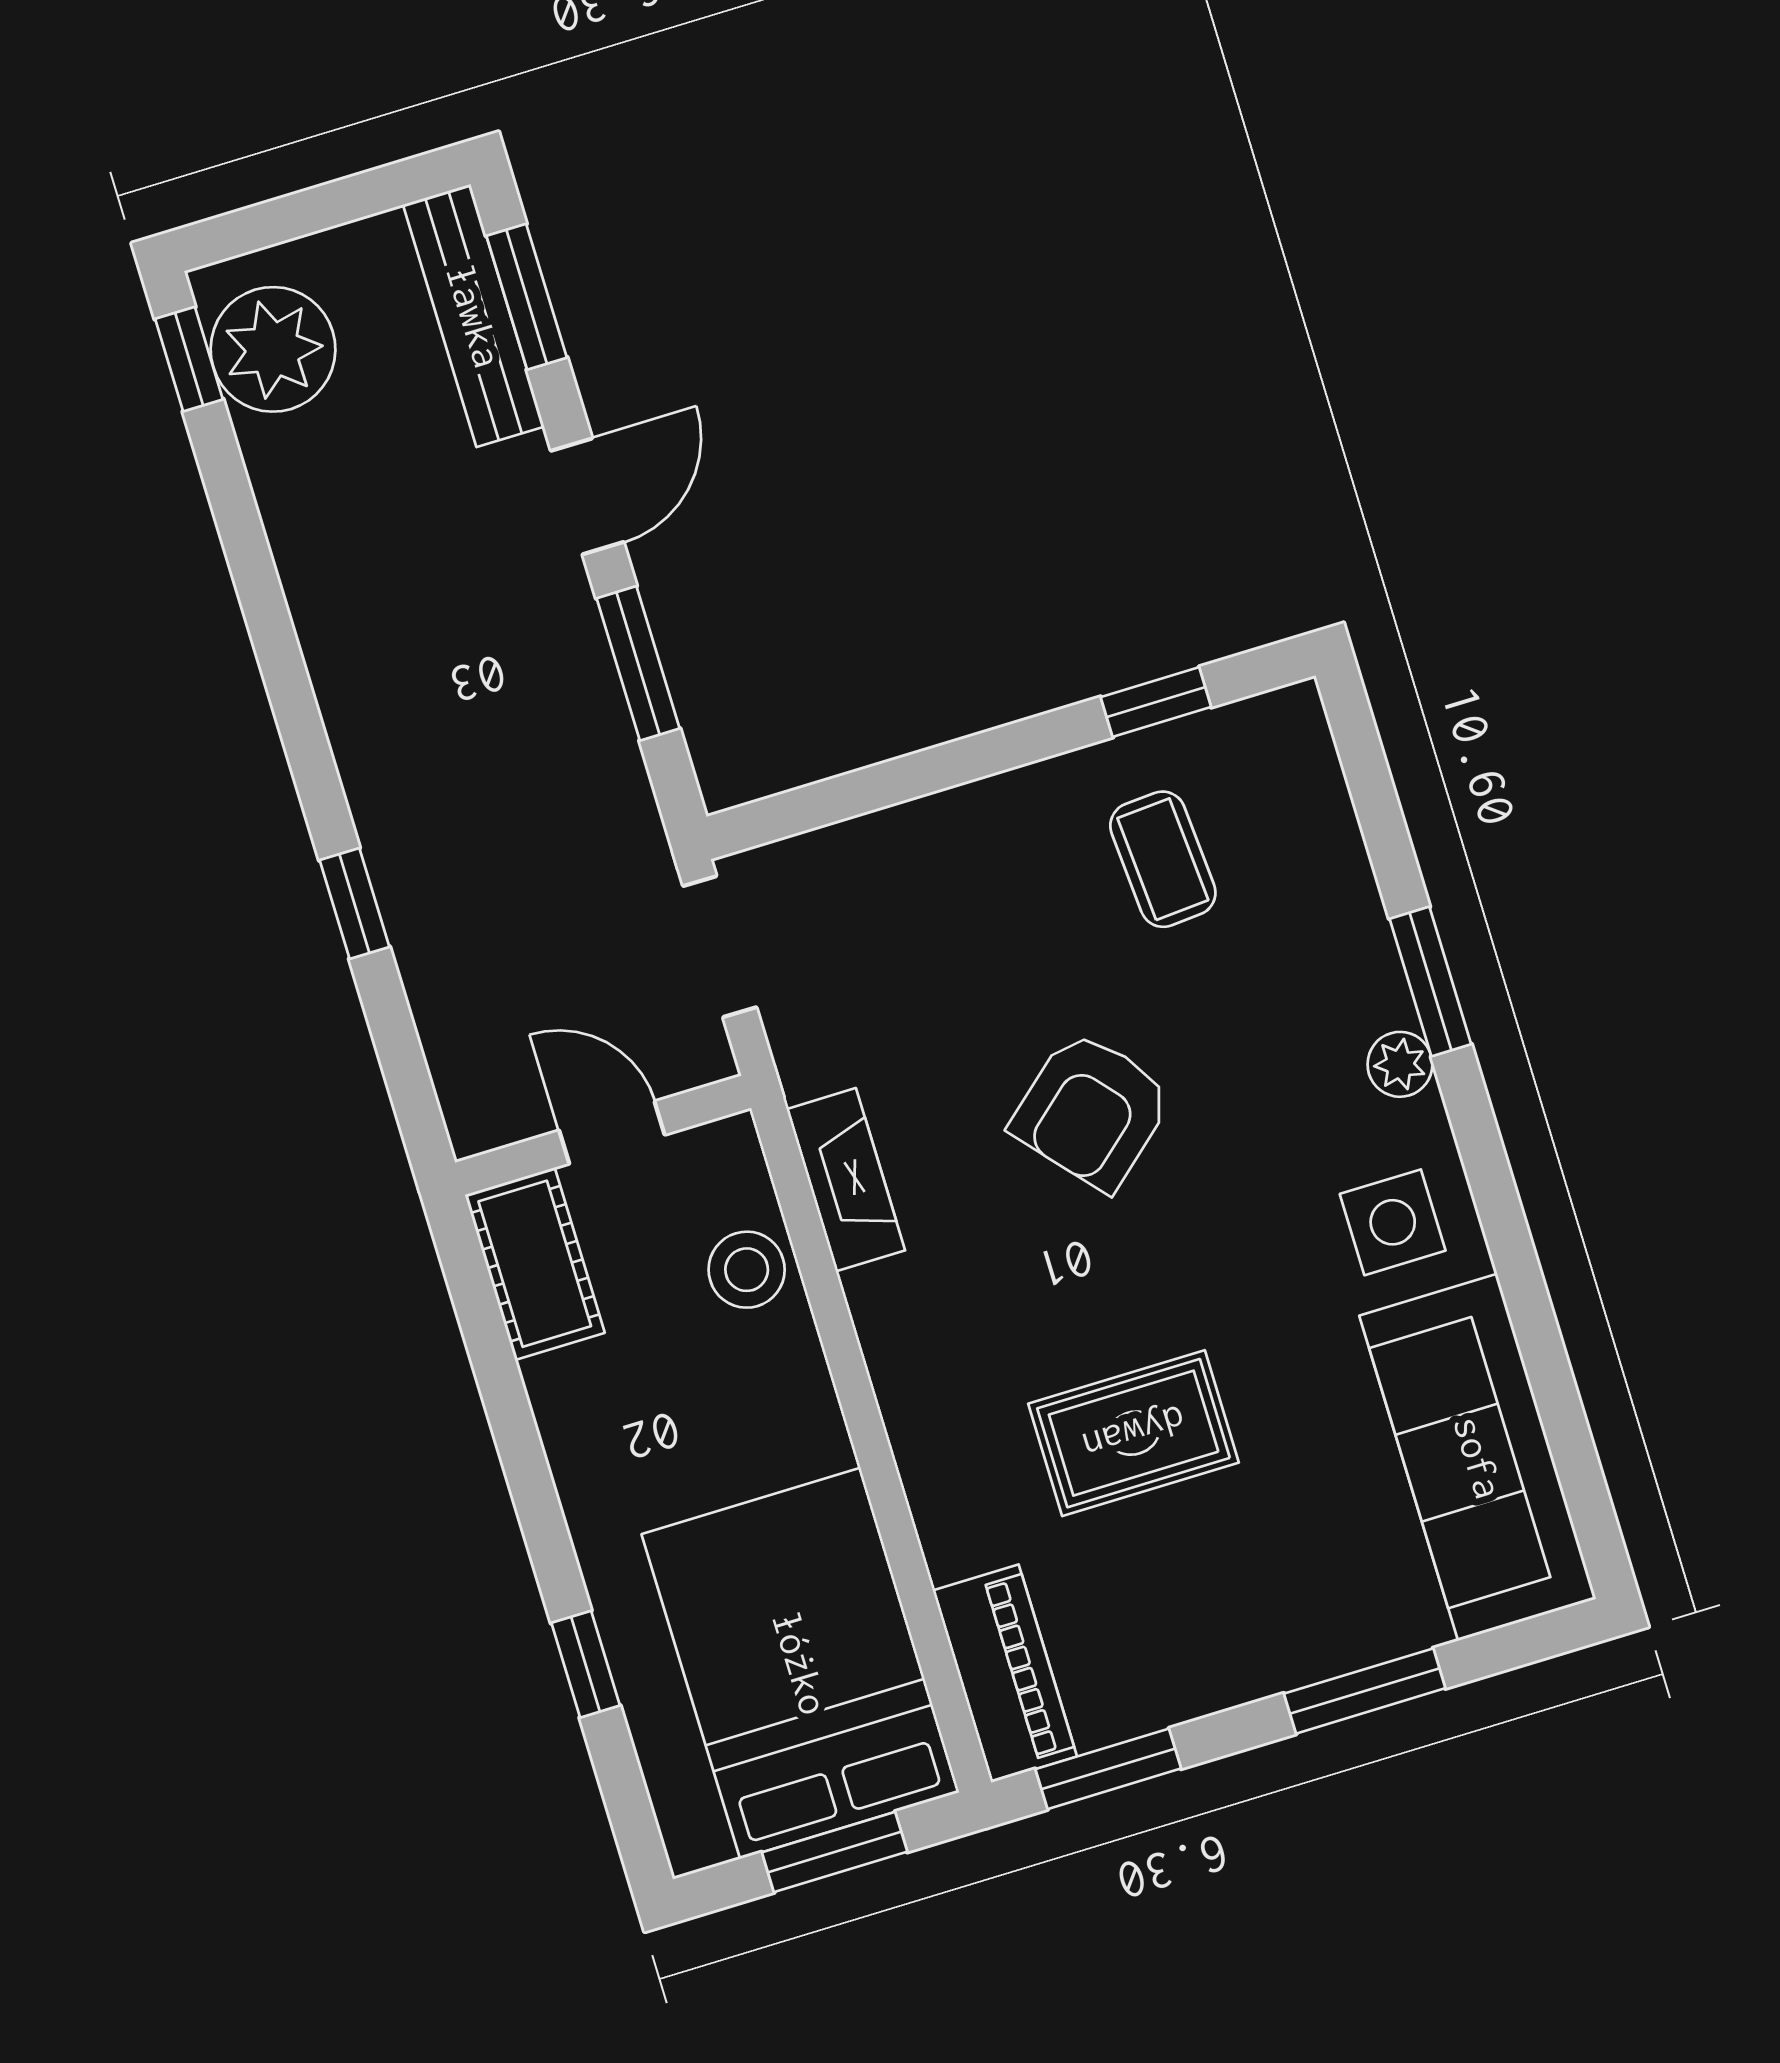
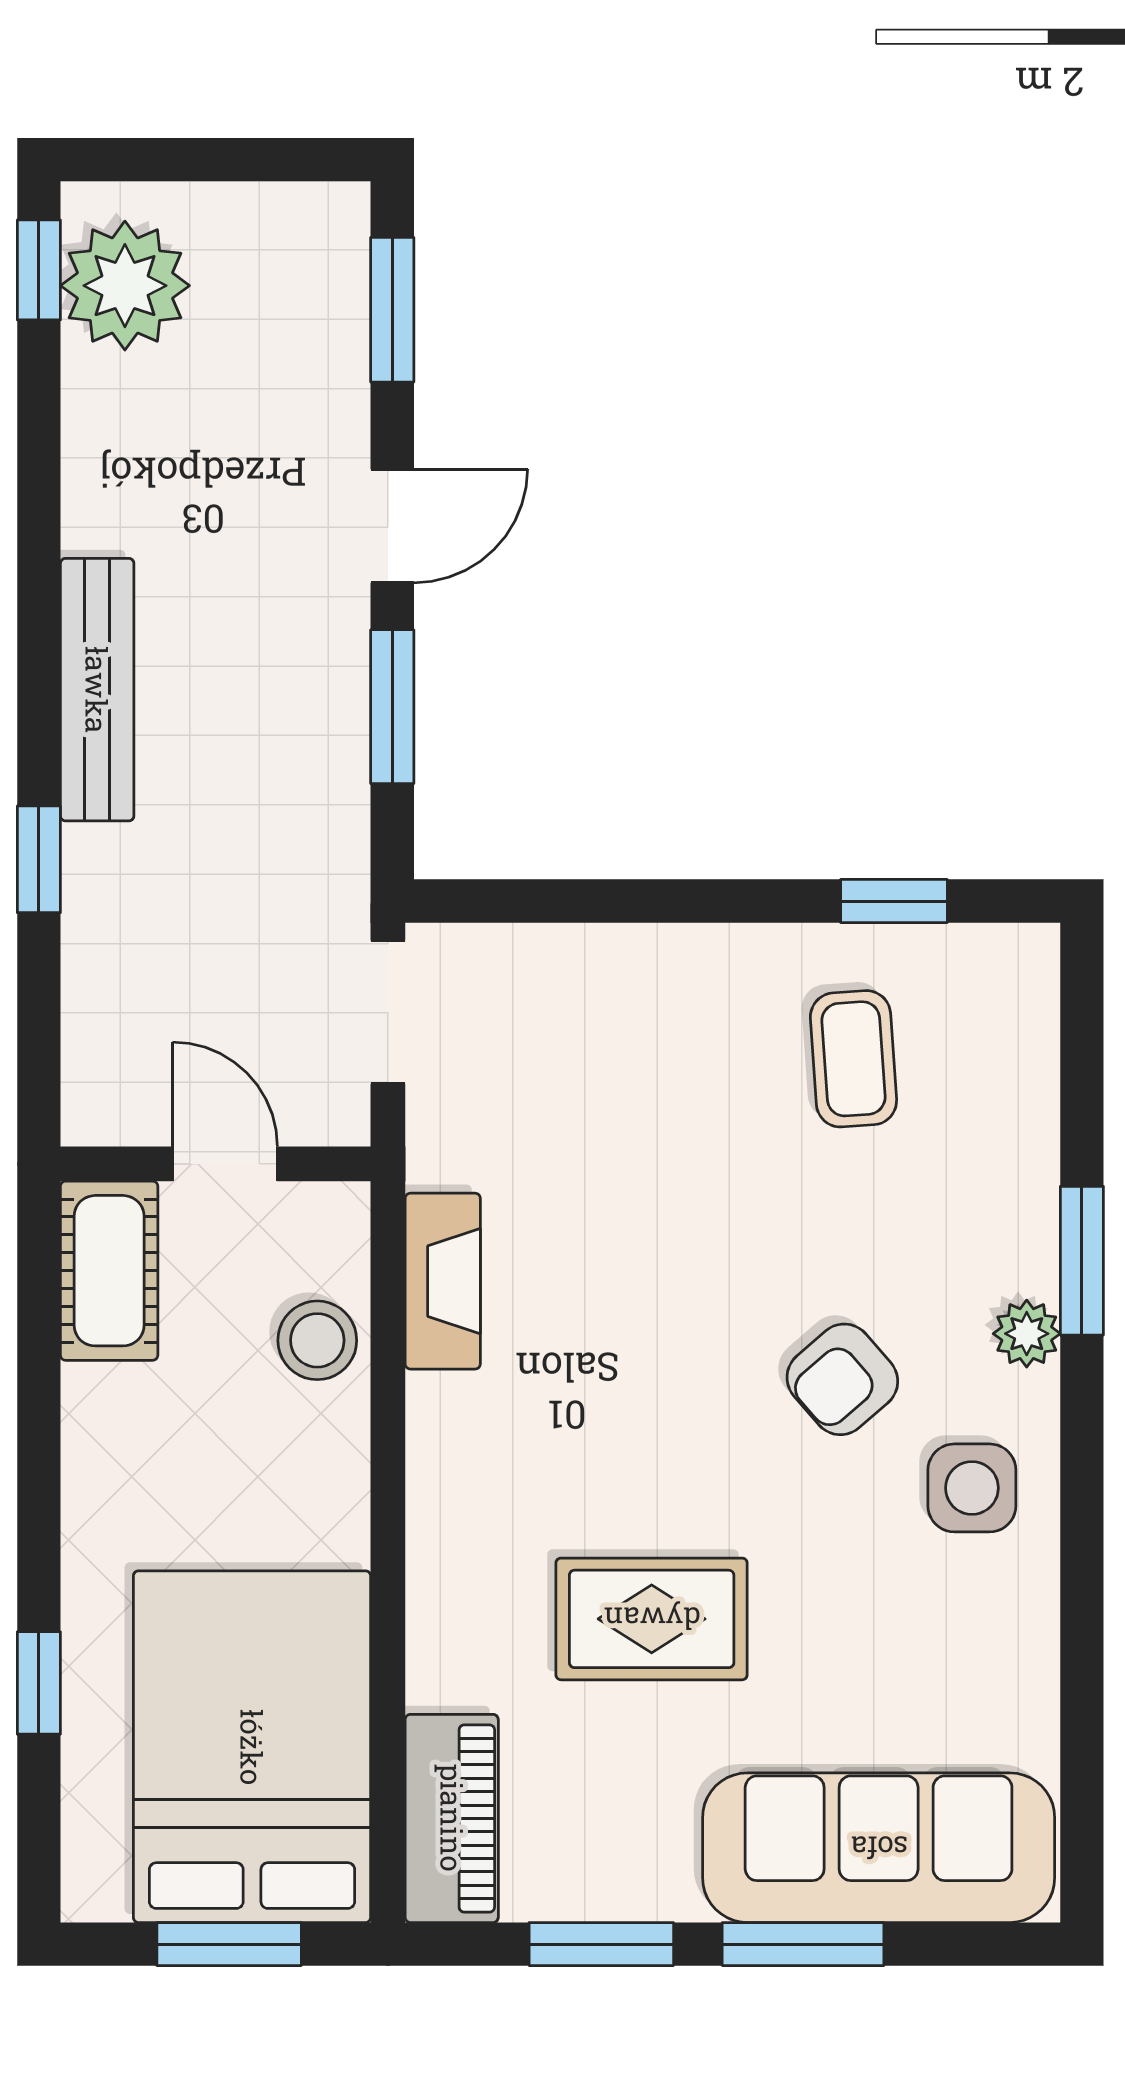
bench: (474, 316) -> (97, 690), moved
armchair: (1092, 1110) -> (842, 1379), moved, width x0.72, depth x0.72
sofa: (1478, 1457) -> (879, 1848), moved, turned 90
window: (1108, 1769) -> (601, 1944), moved

